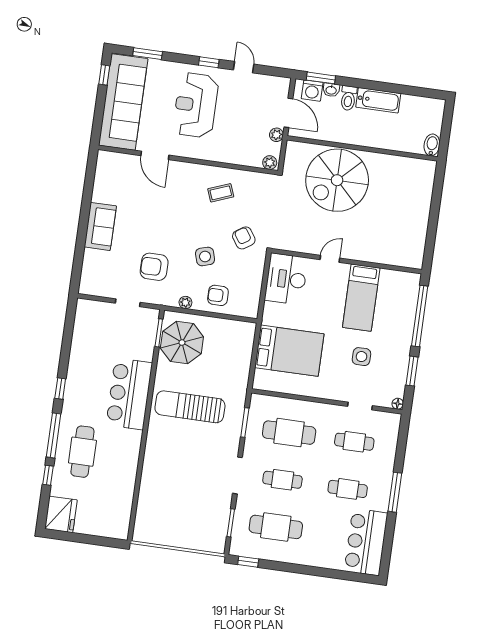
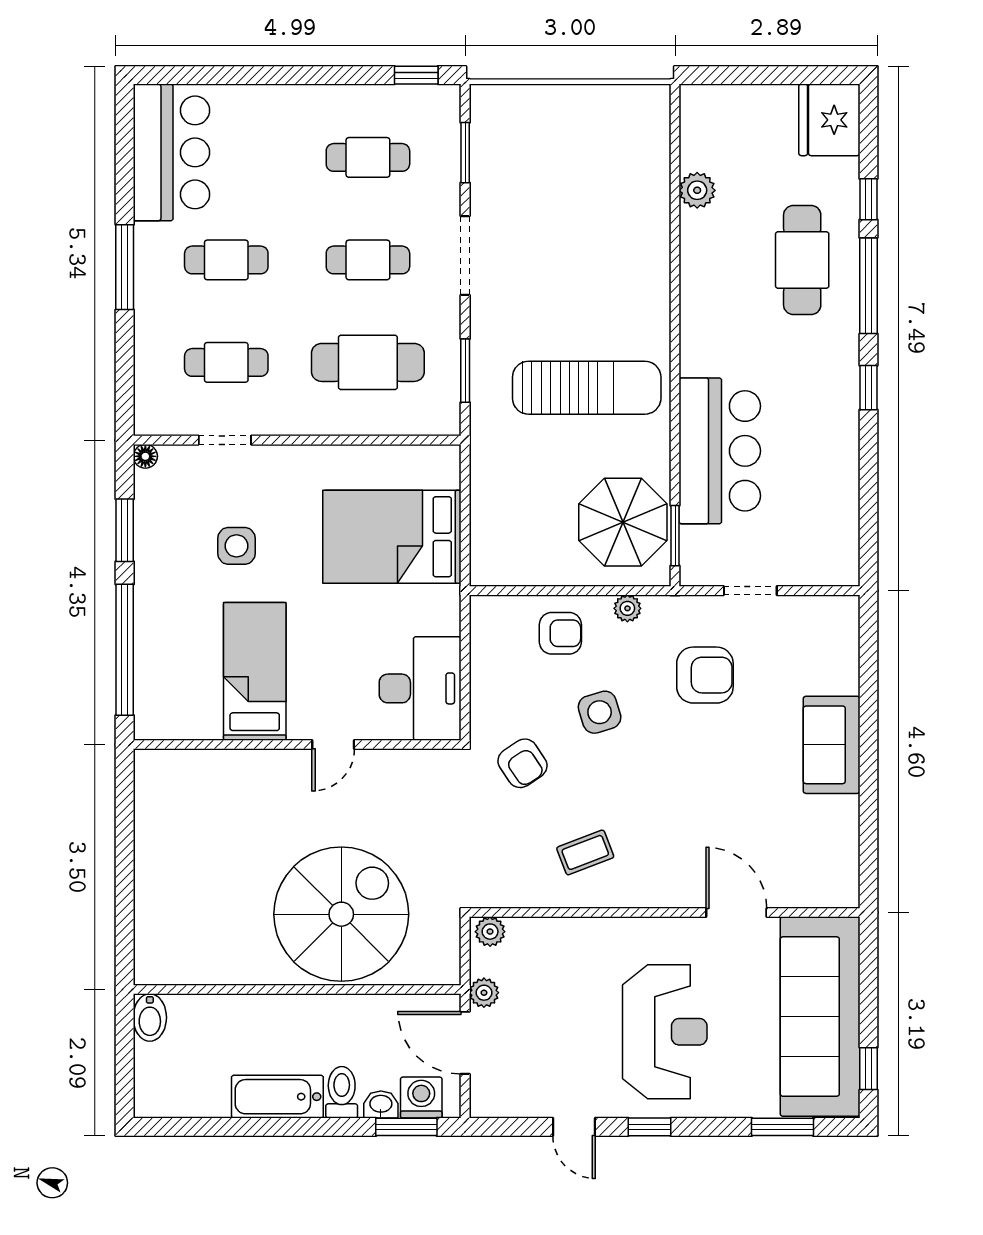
bar counter: (129, 394) -> (720, 451), moved
plant: (126, 491) -> (697, 190), added
cafe table: (276, 527) -> (368, 157), width x0.73, depth x0.74

